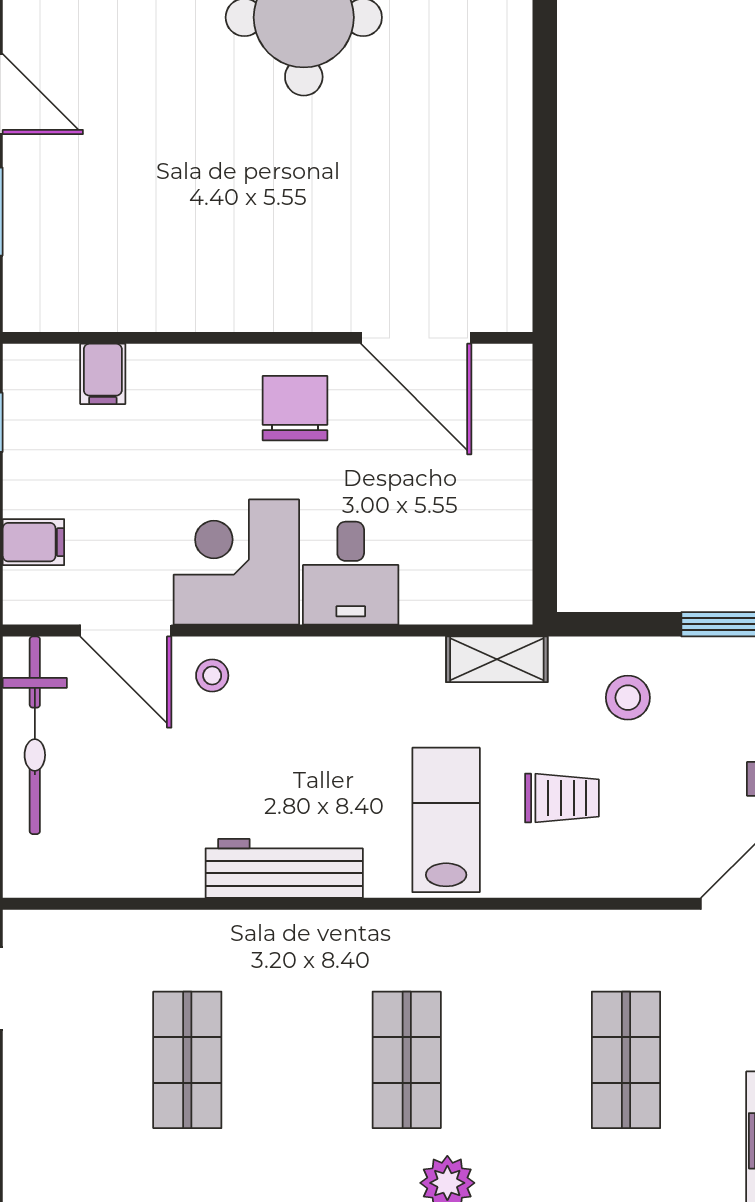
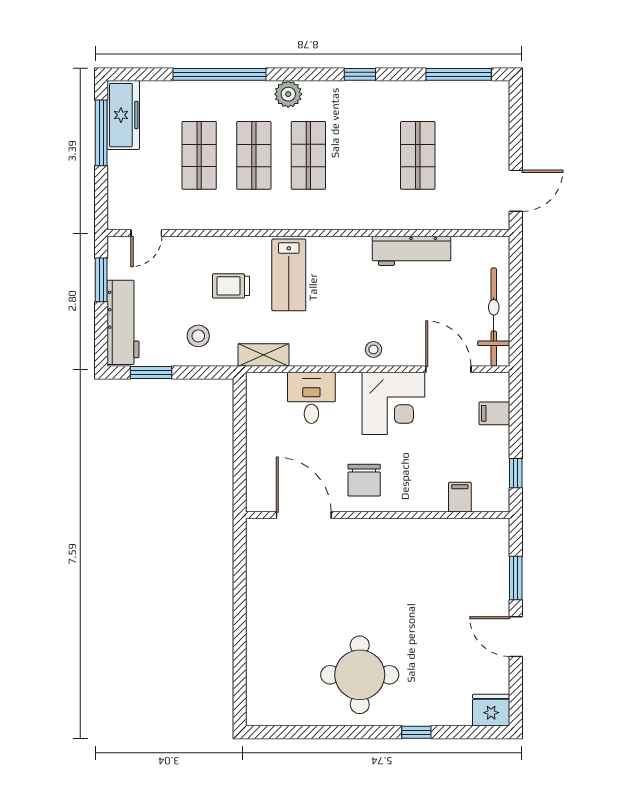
desk: (351, 573) -> (311, 398), moved
stool: (212, 675) -> (373, 349), moved
workbench: (284, 868) -> (412, 251), moved
shop shelf: (516, 1060) -> (254, 155), added

